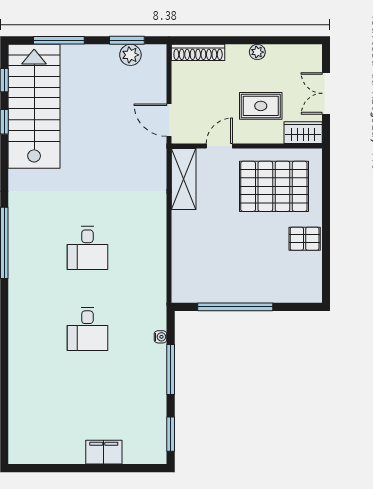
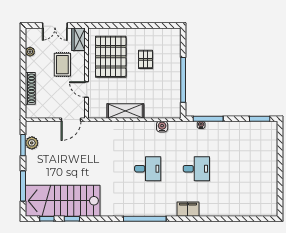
shoe rack: (198, 52) -> (30, 88), moved
plant: (257, 52) -> (30, 52), moved
shelving: (184, 179) -> (125, 111), moved
pallet: (305, 239) -> (145, 59), moved
water cooler: (158, 272) -> (162, 127), added
window: (171, 370) -> (208, 119), moved
filing cabinet: (104, 452) -> (188, 209), moved, turned 90

